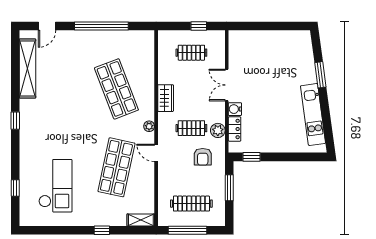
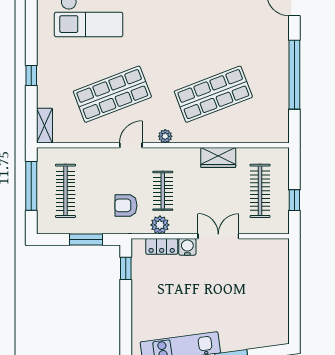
clothes rail: (191, 53) -> (260, 191), width x1.36
wardrobe: (166, 98) -> (218, 158), moved
shop shelf: (116, 167) -> (112, 94), turned -33

